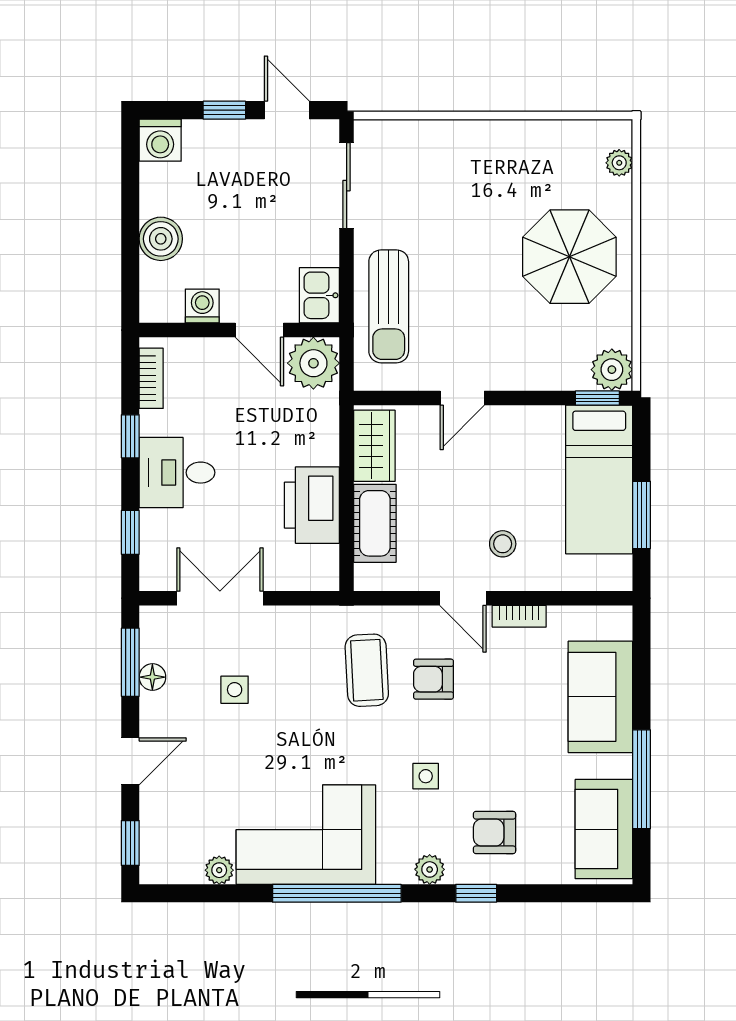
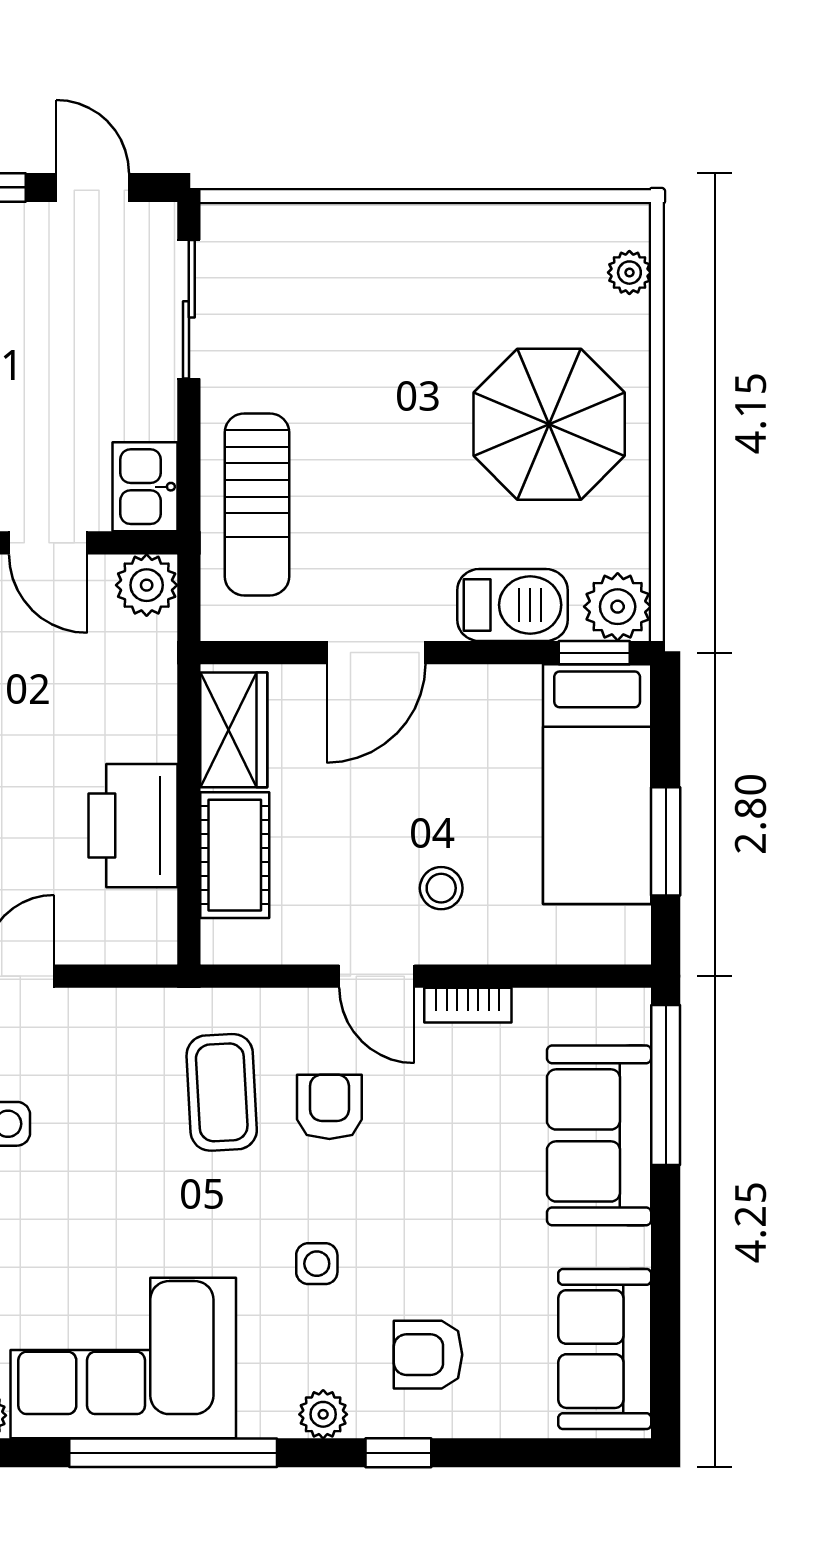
plant: (313, 363) -> (147, 585), width x0.73, depth x0.73
barbecue: (547, 369) -> (512, 605), added
door: (462, 398) -> (376, 653), width x1.38
armchair: (434, 679) -> (329, 1107), turned 90
window: (642, 779) -> (666, 1085), moved

